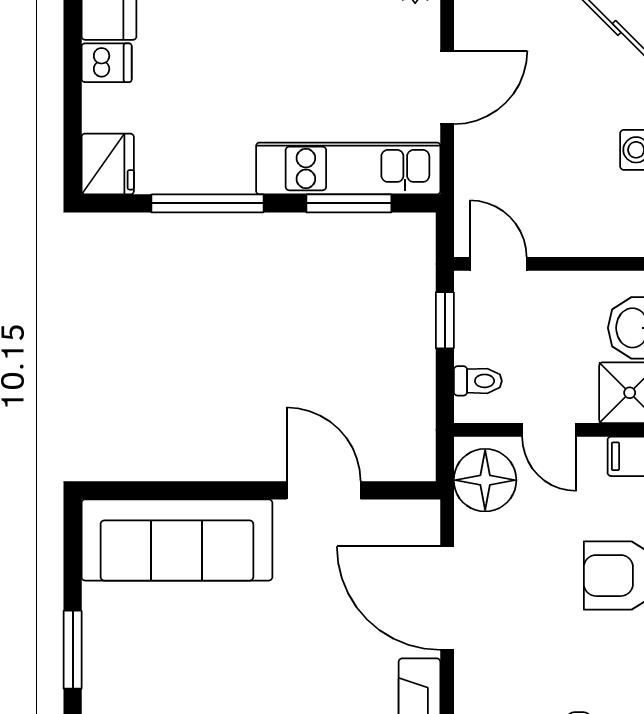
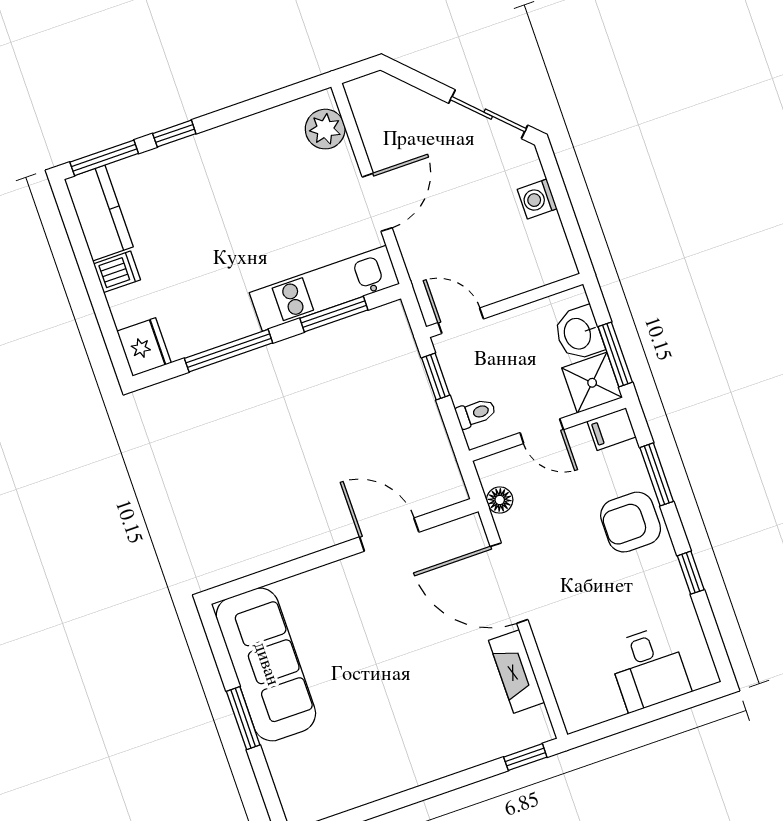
floor lamp: (485, 480) -> (500, 500), width x0.53, depth x0.53
sofa: (177, 540) -> (266, 664), moved, turned -90

